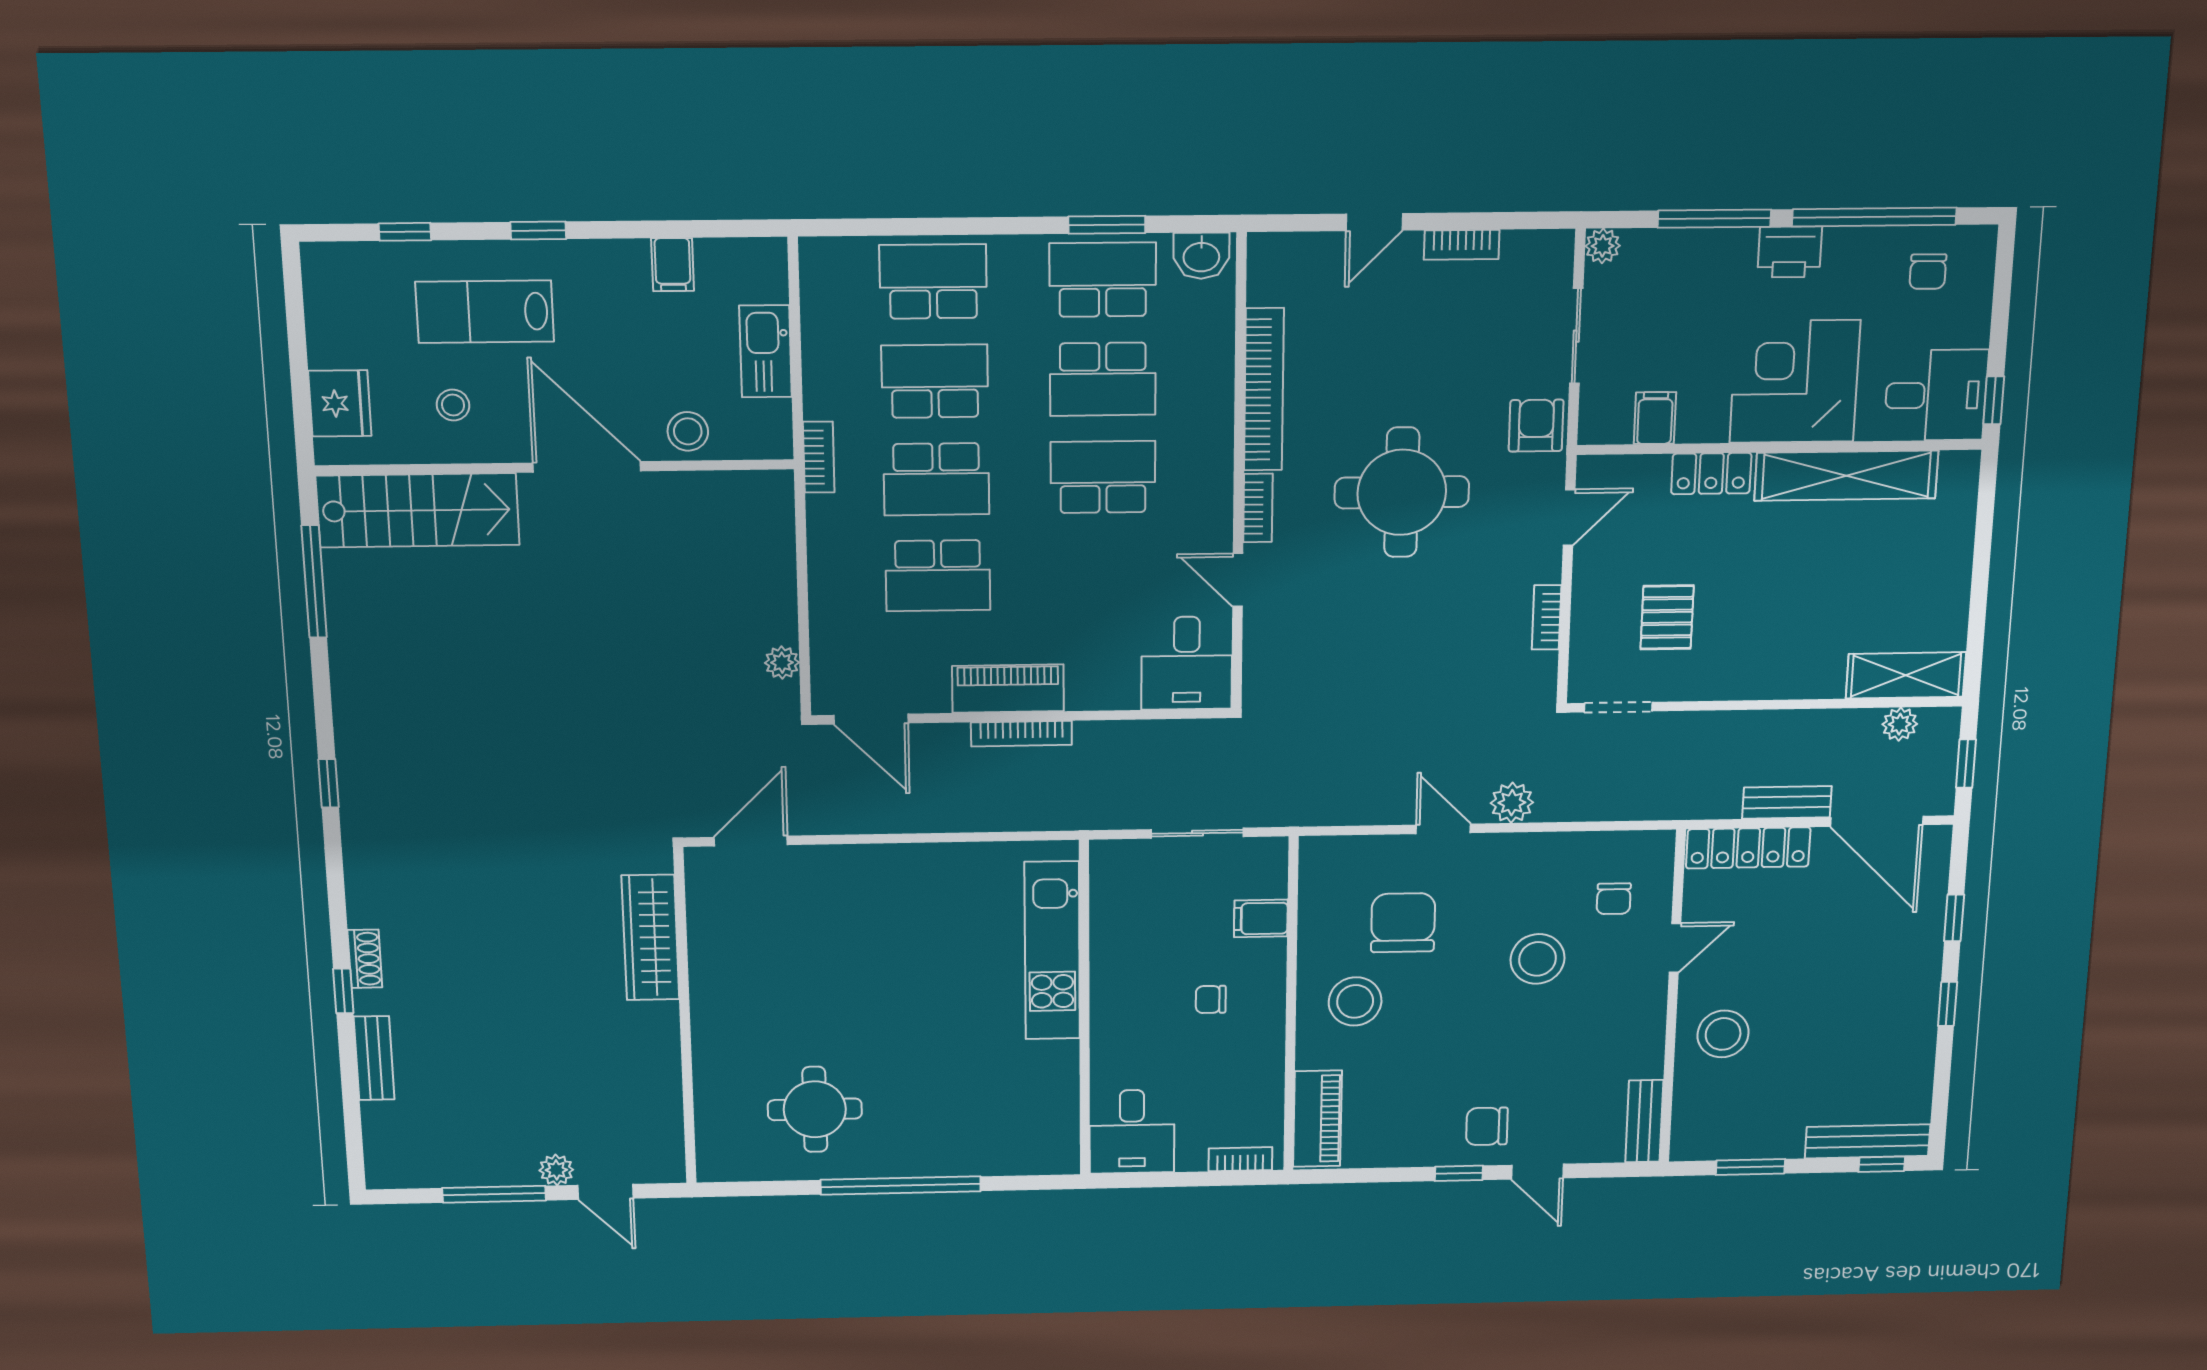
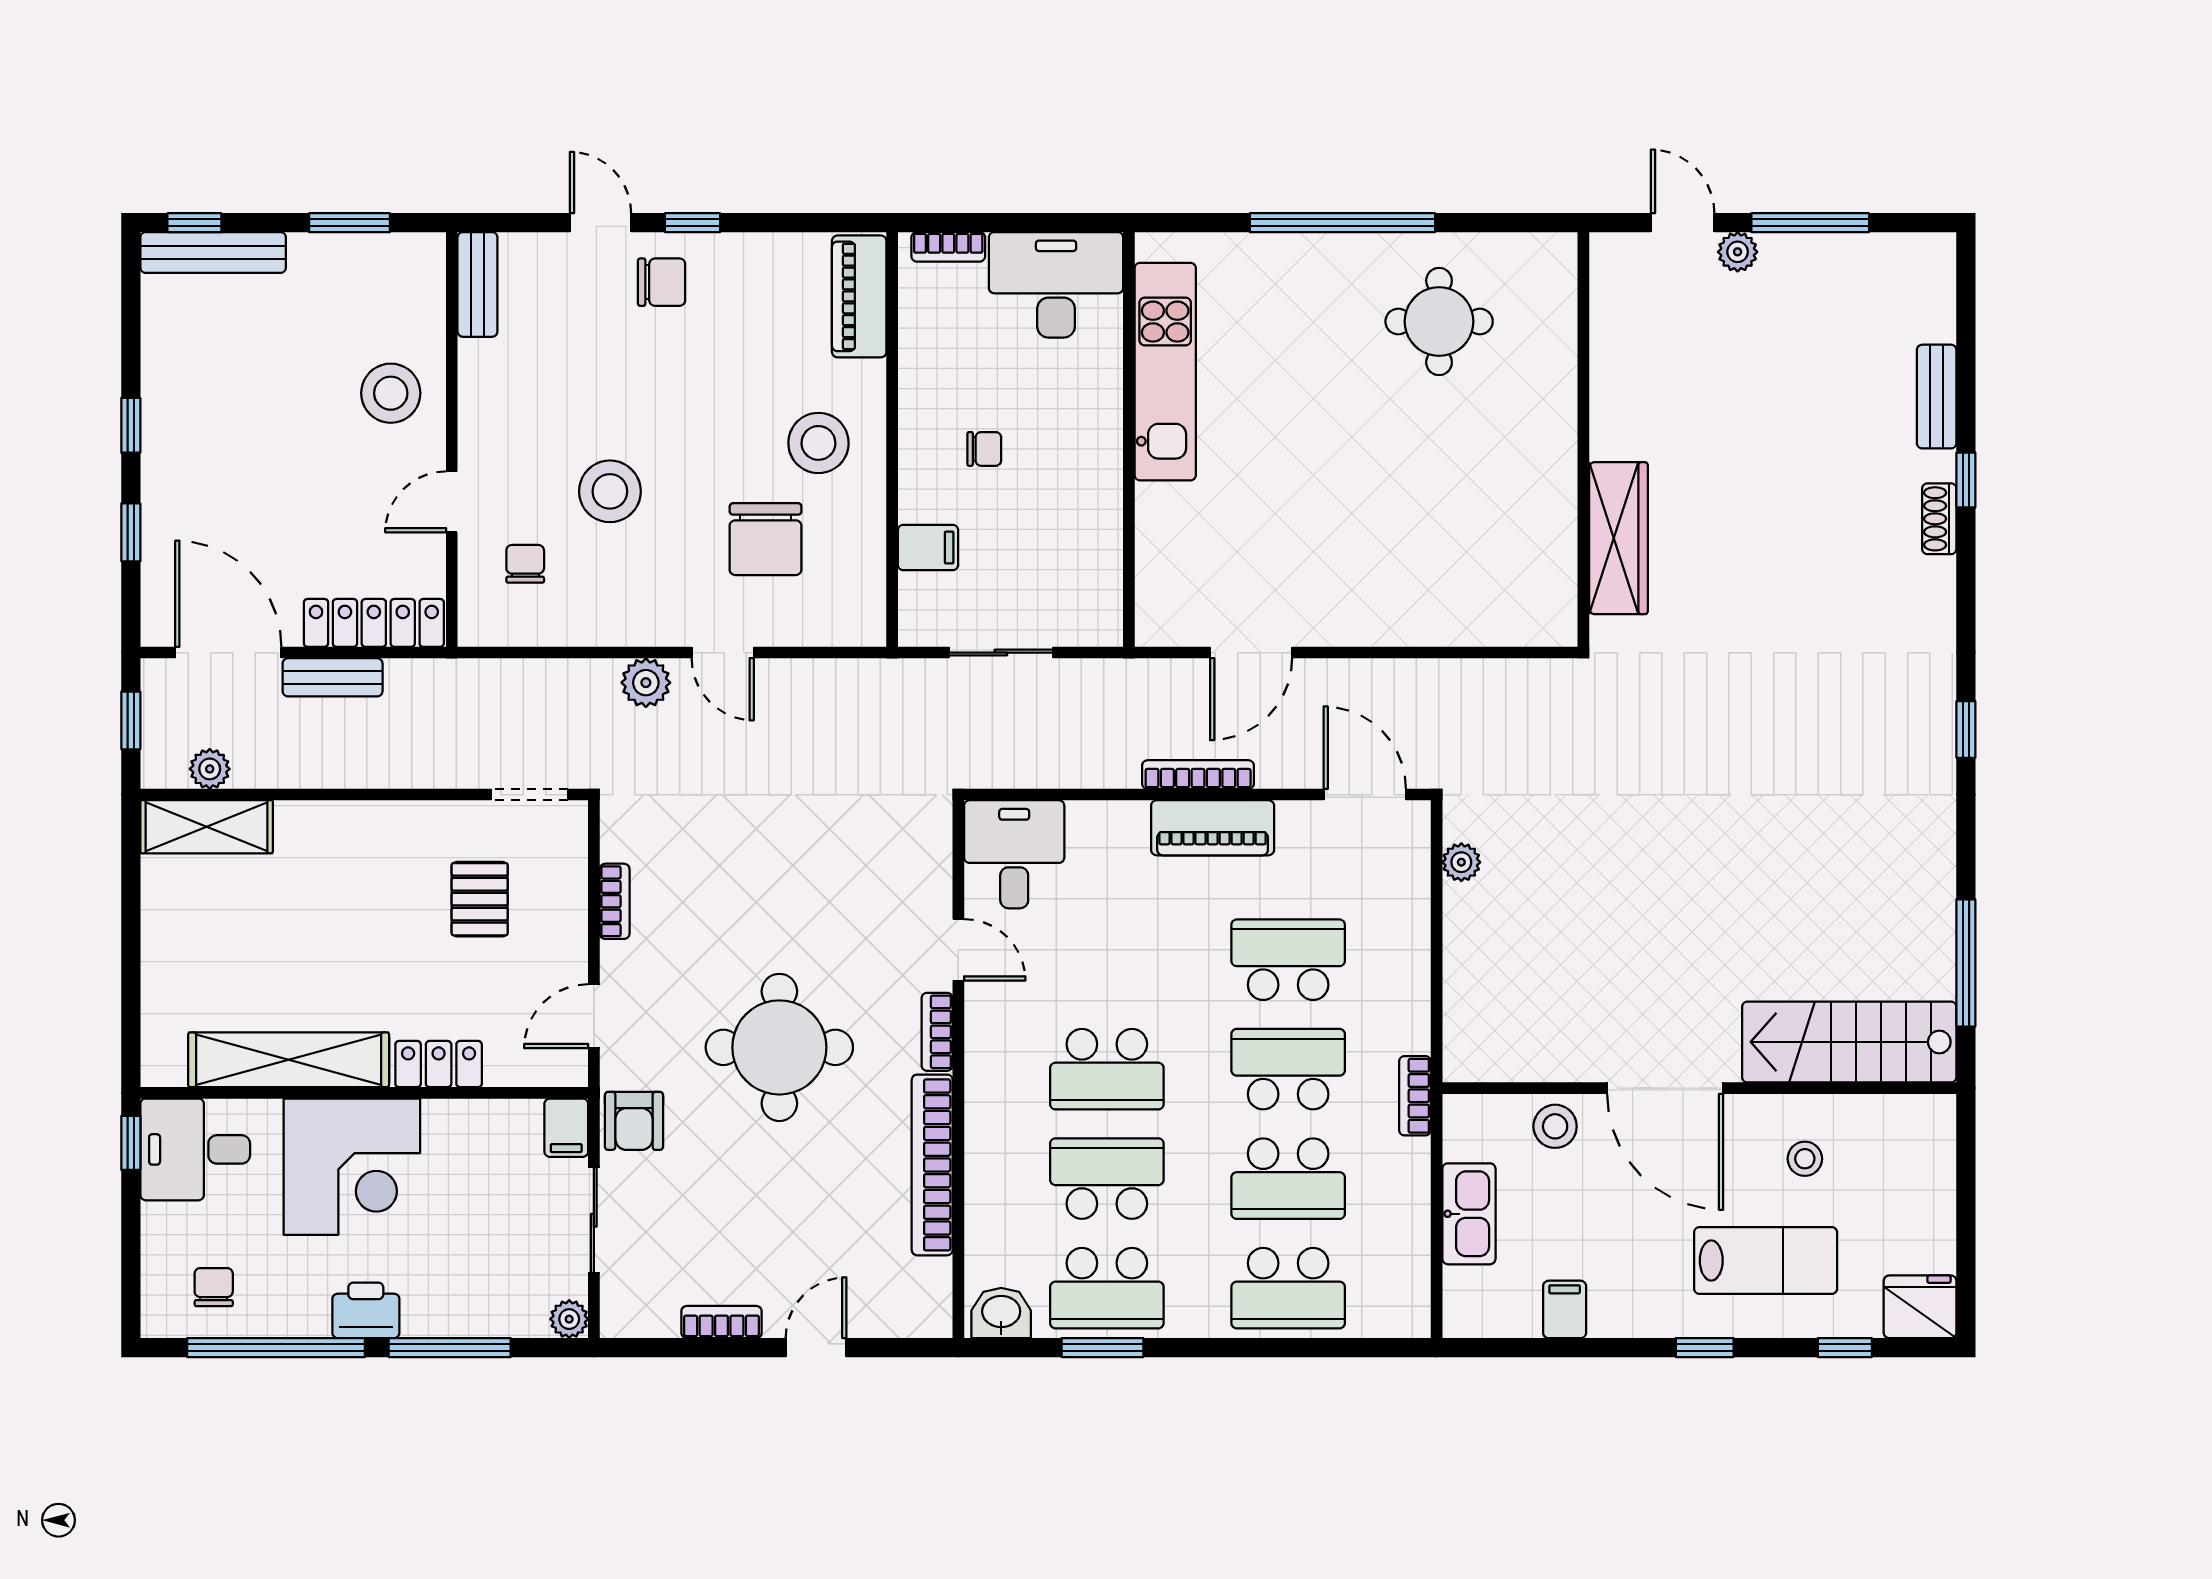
fridge: (340, 403) -> (1920, 1307), moved, turned 90
filing cabinet: (1655, 418) -> (566, 1128), moved
door: (751, 841) -> (1251, 653), moved
kitchen unit: (1052, 951) -> (1165, 372), moved
desk: (1132, 1132) -> (1056, 285), width x1.37

